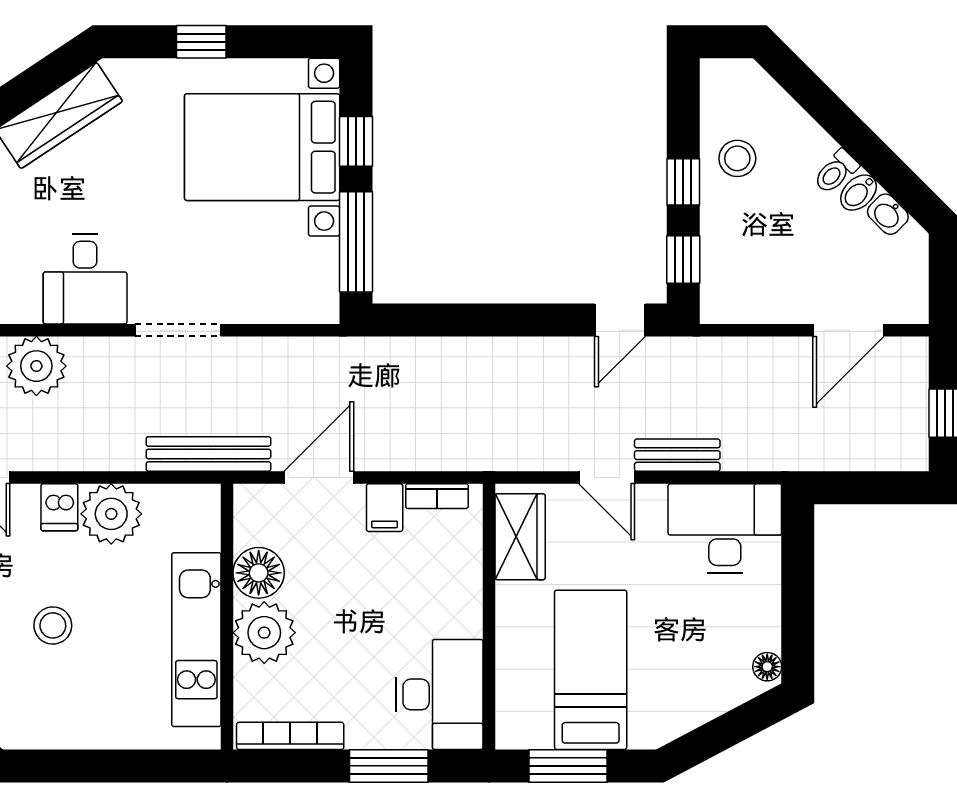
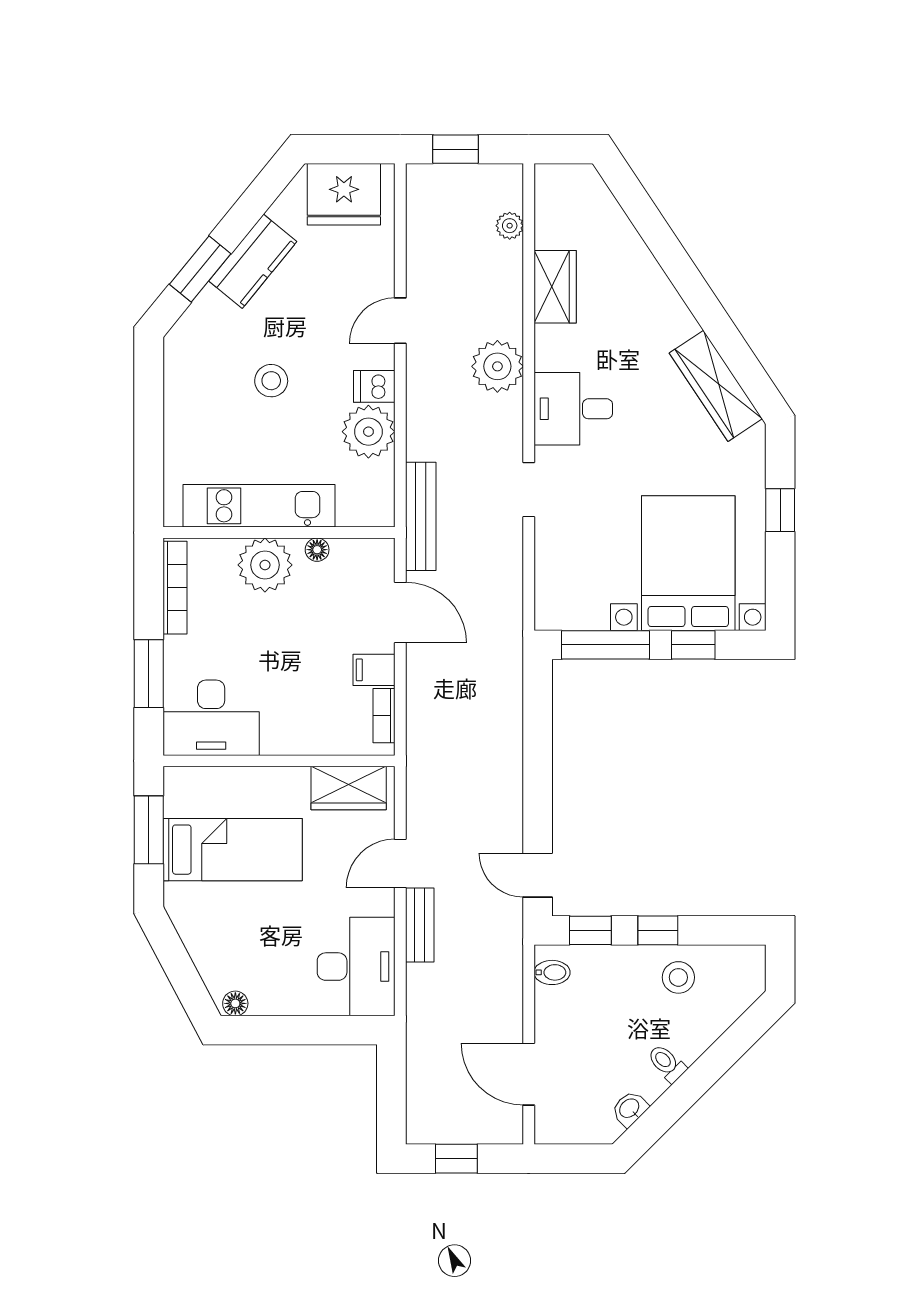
bidet: (859, 193) -> (552, 972), moved, turned 135
doorway: (178, 330) -> (529, 490), width x0.73
floor lamp: (259, 573) -> (317, 550), width x0.53, depth x0.53

